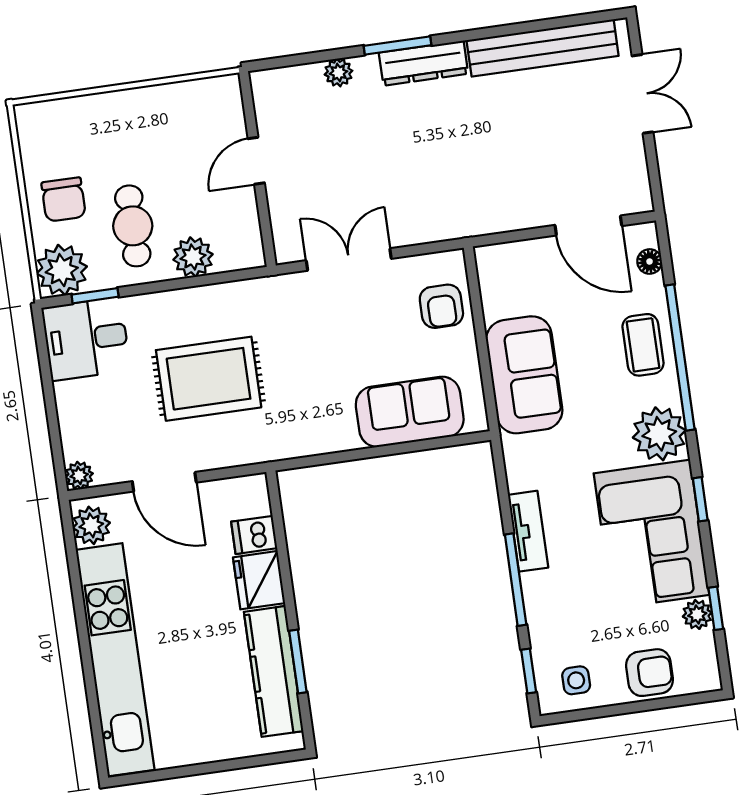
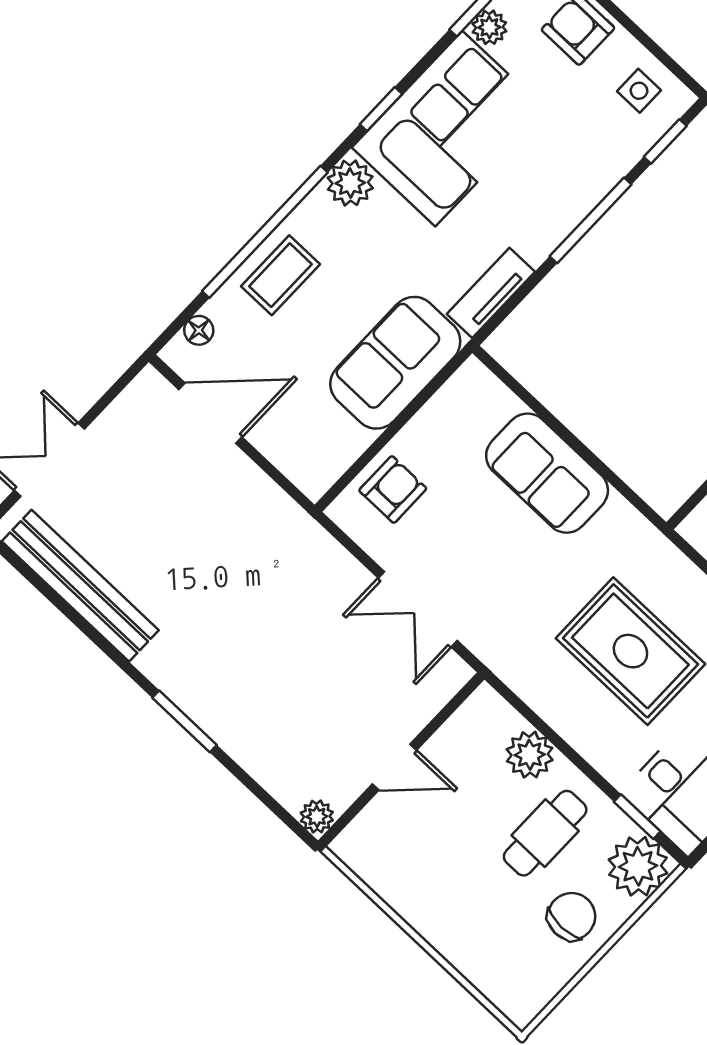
dresser: (423, 63) -> (182, 684), removed
plant: (339, 73) -> (317, 817), moved
door: (588, 225) -> (210, 413), hinge flipped
sofa: (410, 412) -> (547, 473), moved
plant: (659, 434) -> (350, 183), width x0.73, depth x0.73
tv unit: (528, 531) -> (491, 293), moved

